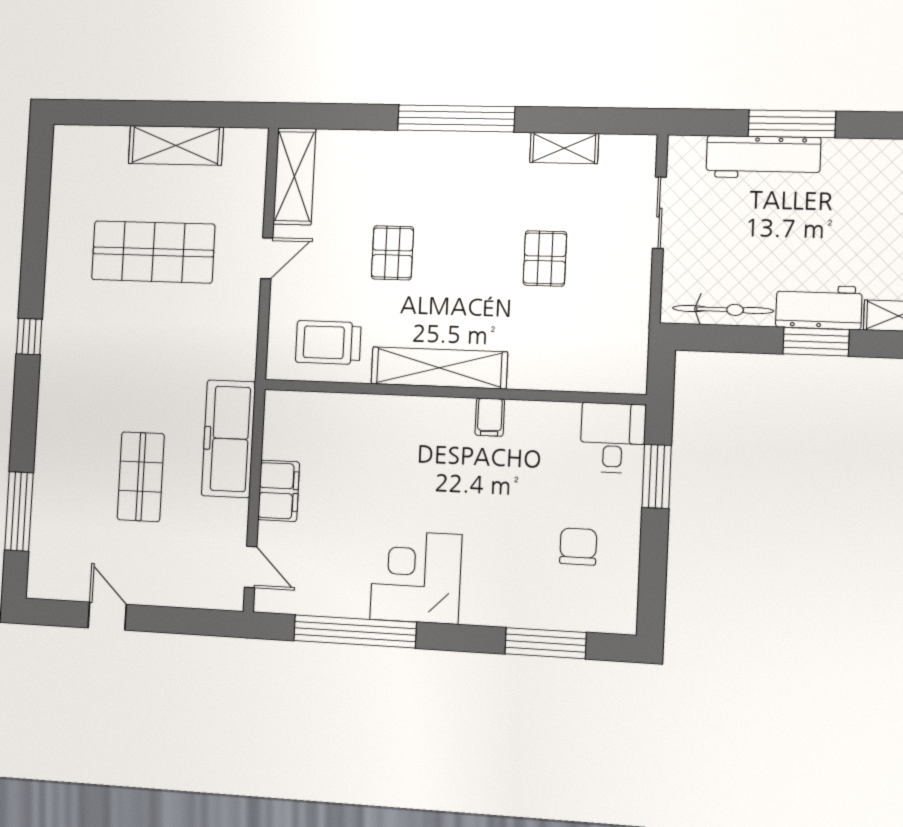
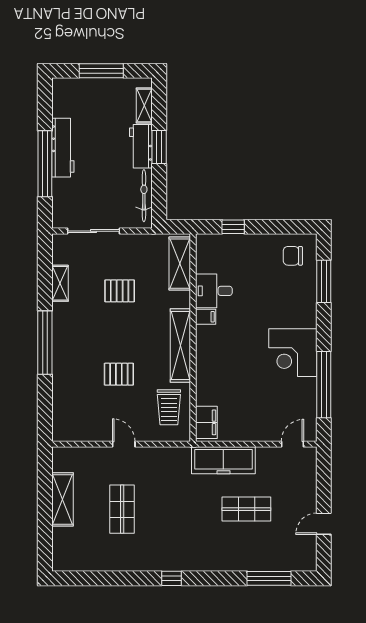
window: (792, 124) -> (45, 164), width x1.46
workbench: (763, 157) -> (63, 148), moved
shelving: (294, 176) -> (180, 264), moved, turned 90
sliding door: (659, 213) -> (94, 231), width x1.37
shop shelf: (153, 252) -> (122, 509), width x0.70, depth x0.74
desk: (613, 438) -> (214, 291), moved
window: (657, 476) -> (233, 227), width x0.67
filing cabinet: (279, 491) -> (206, 422), moved, turned 90
chair: (578, 546) -> (293, 256), moved

